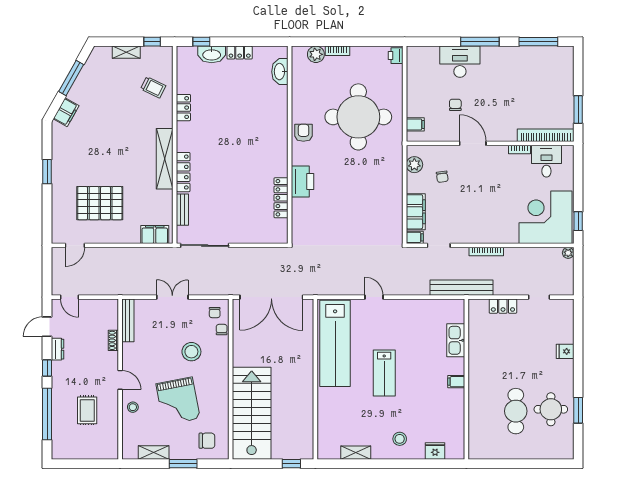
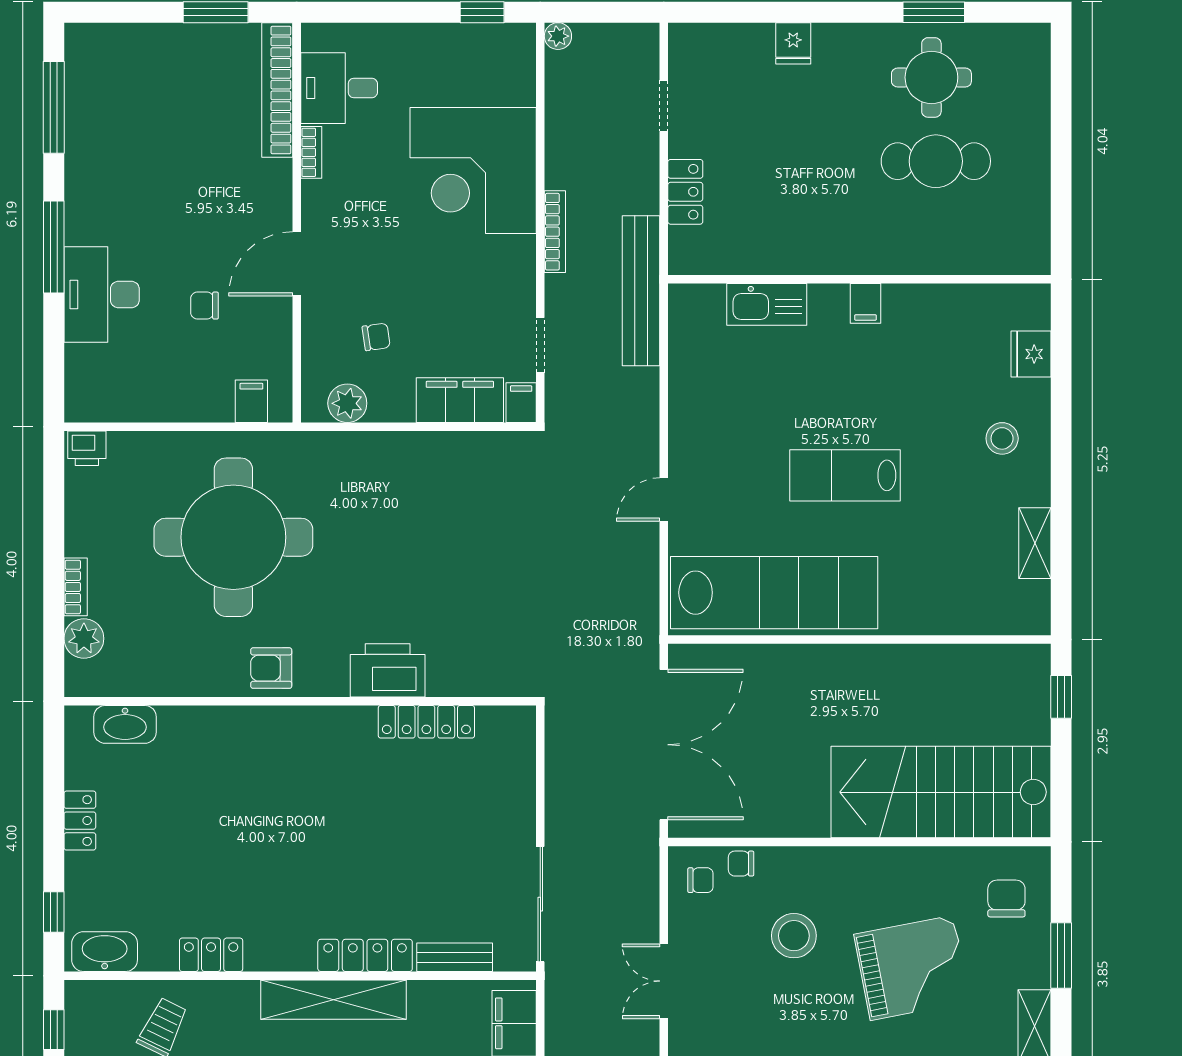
washbasin: (212, 54) -> (105, 952), moved, turned -90
corner desk: (546, 217) -> (473, 170), moved
lab bench: (384, 373) -> (845, 475), turned 180

